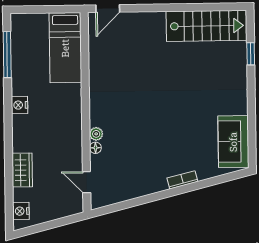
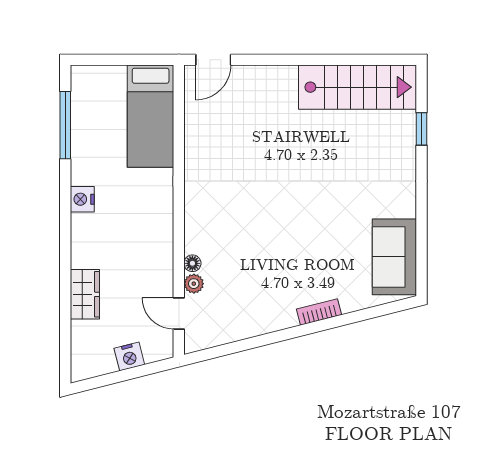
plant: (96, 134) -> (194, 284), moved
nightstand: (21, 211) -> (129, 357), moved, turned -104

